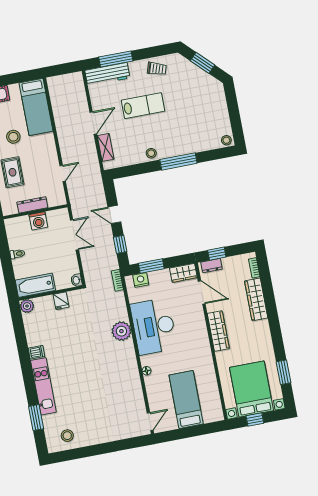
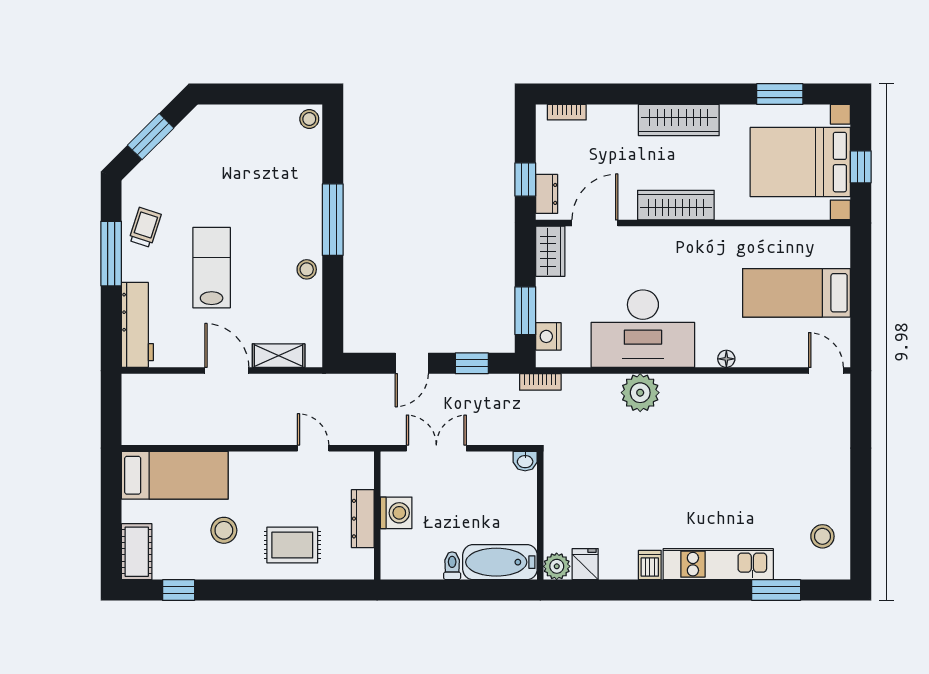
window: (116, 59) -> (111, 254), moved
bathtub: (35, 285) -> (500, 562), moved, turned 90
wardrobe: (256, 299) -> (679, 120), moved
fridge: (61, 301) -> (585, 564), moved, turned -90

